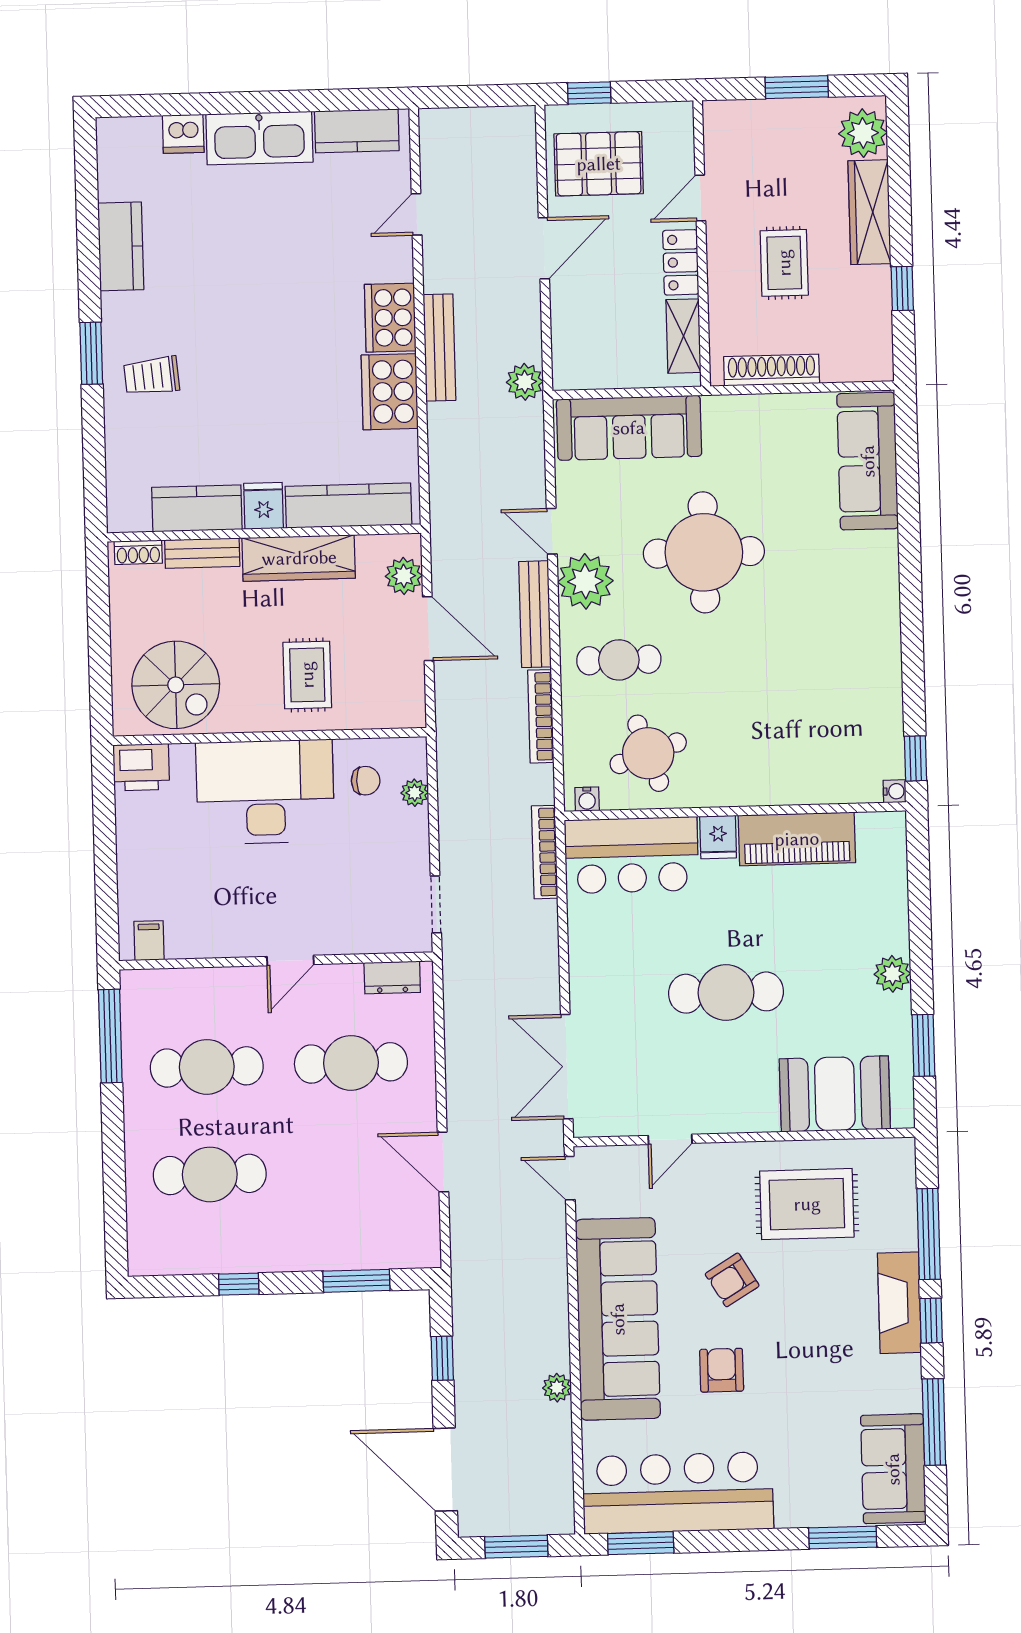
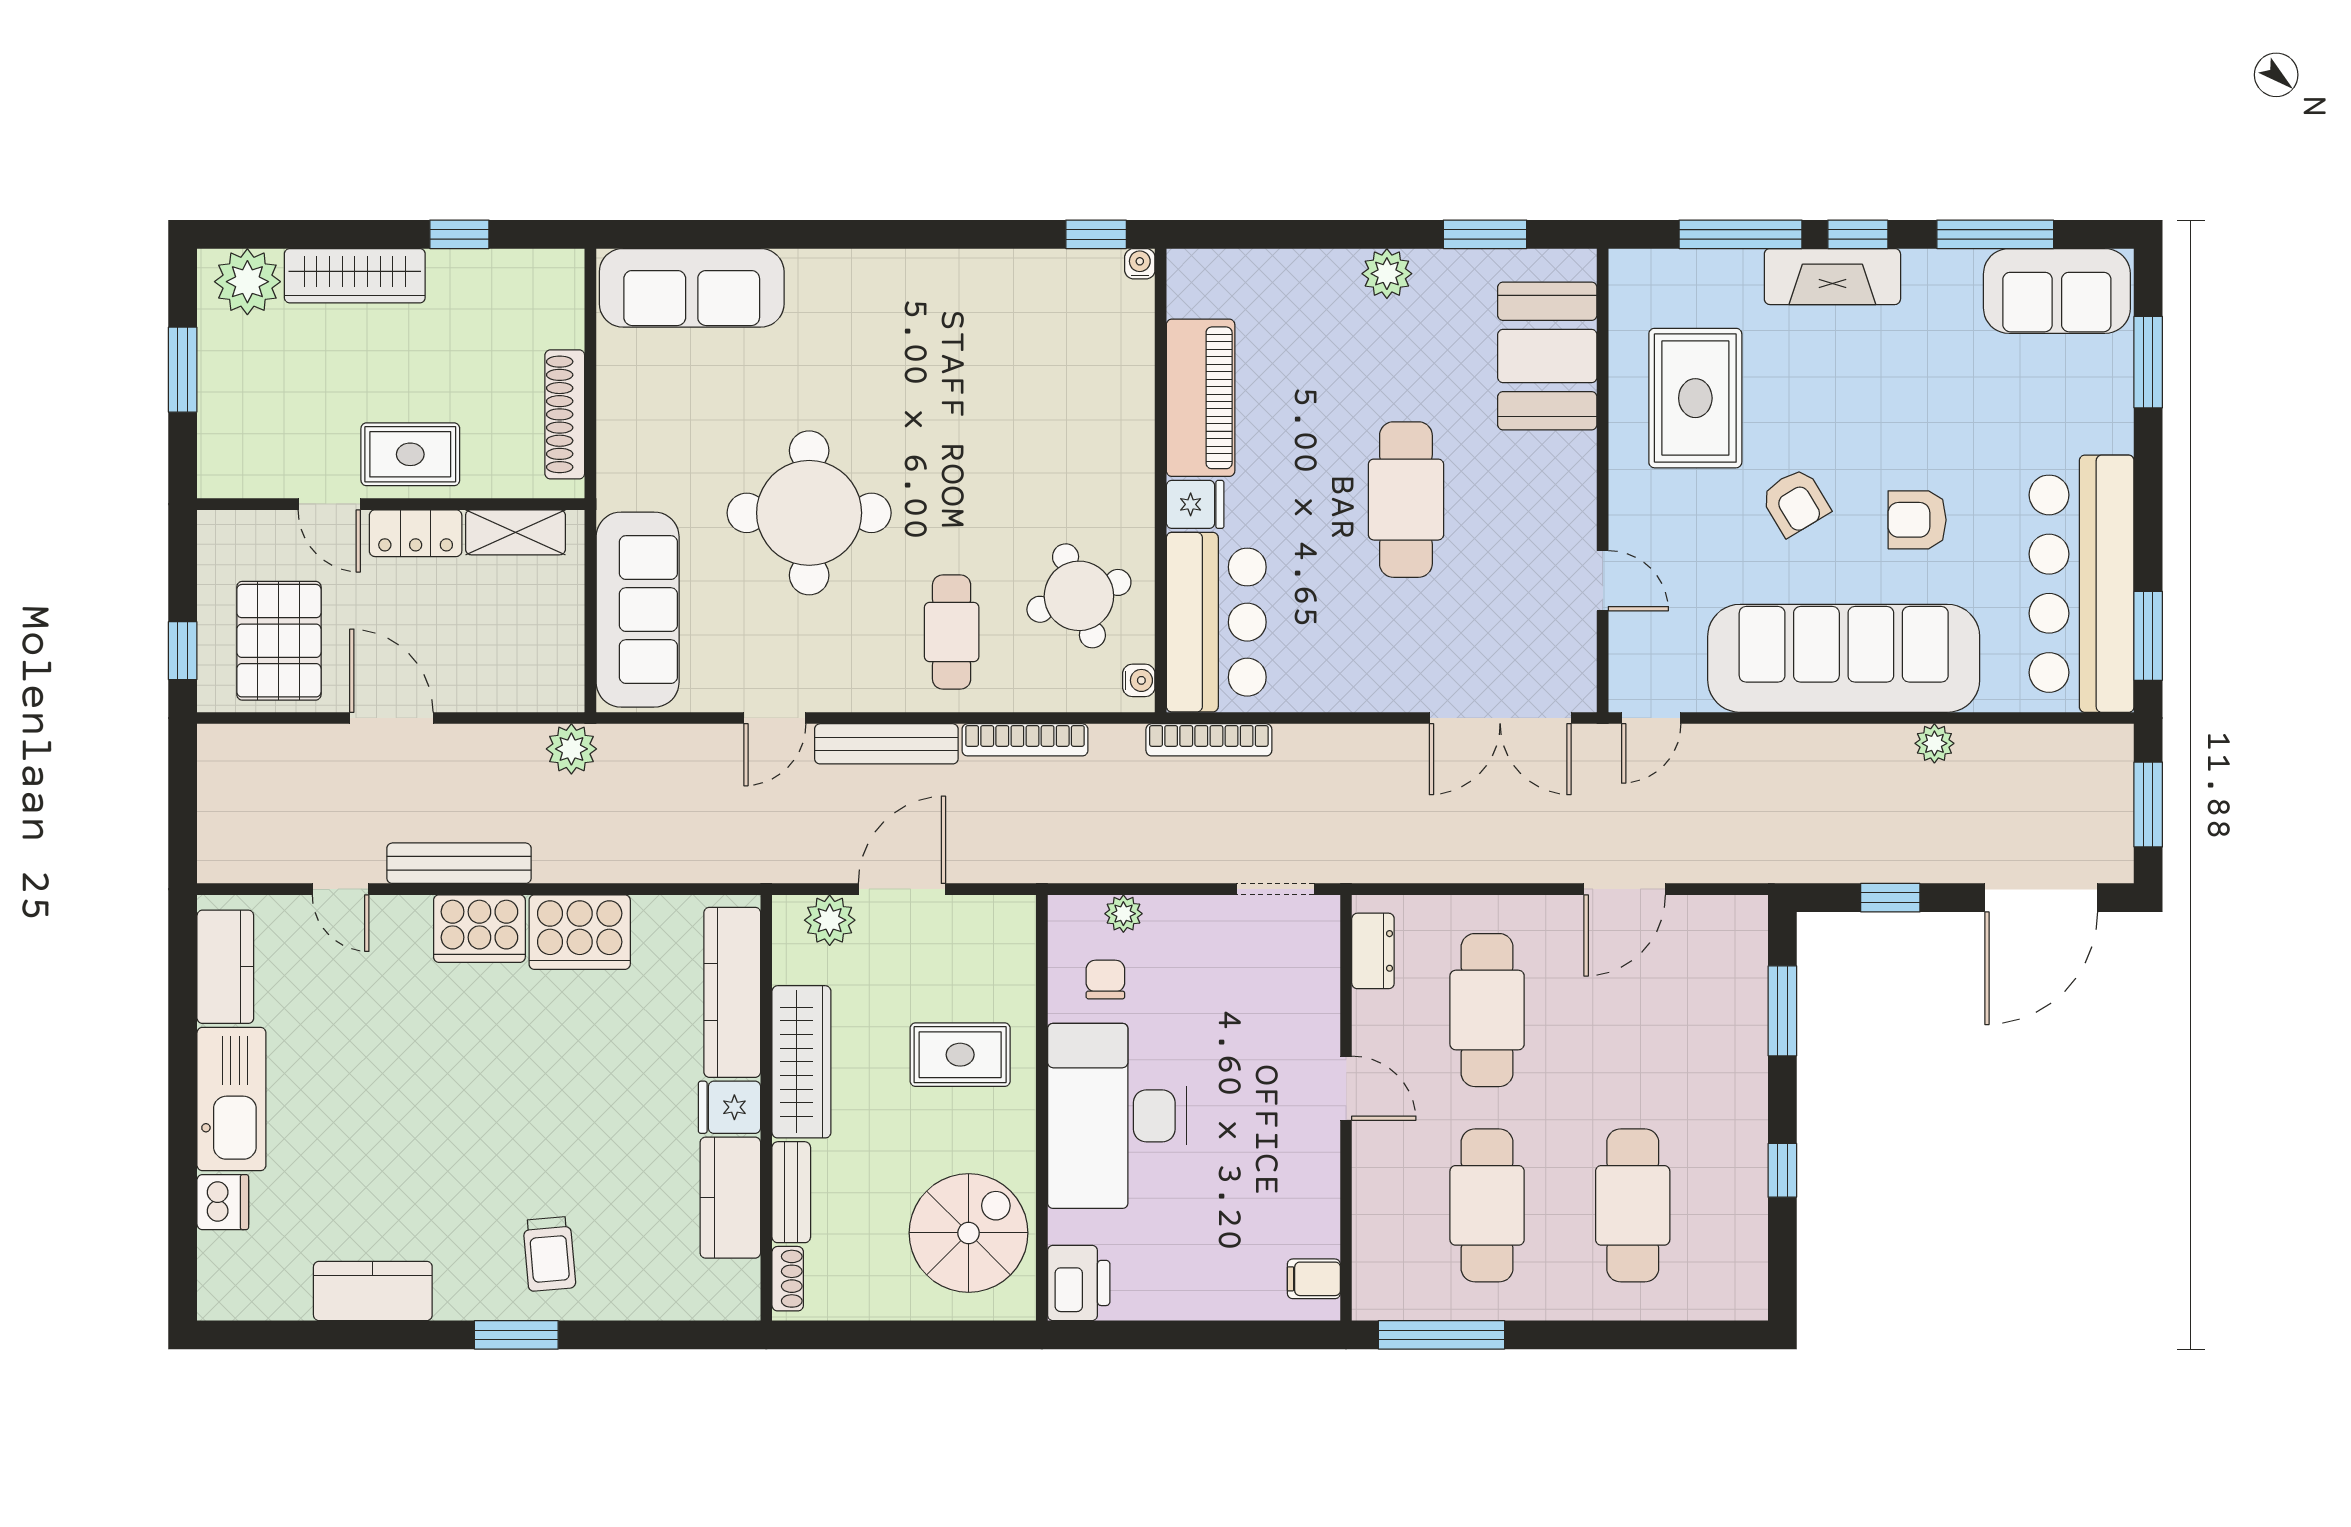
rug: (784, 263) -> (410, 454), moved
bench: (439, 347) -> (459, 863), moved
plant: (585, 581) -> (844, 674), removed

